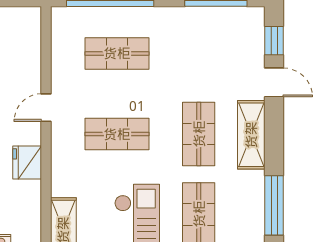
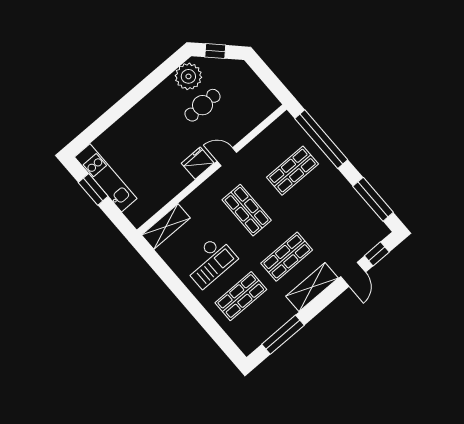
shop shelf: (117, 53) -> (292, 171), turned 90
fridge: (27, 162) -> (198, 163), moved

